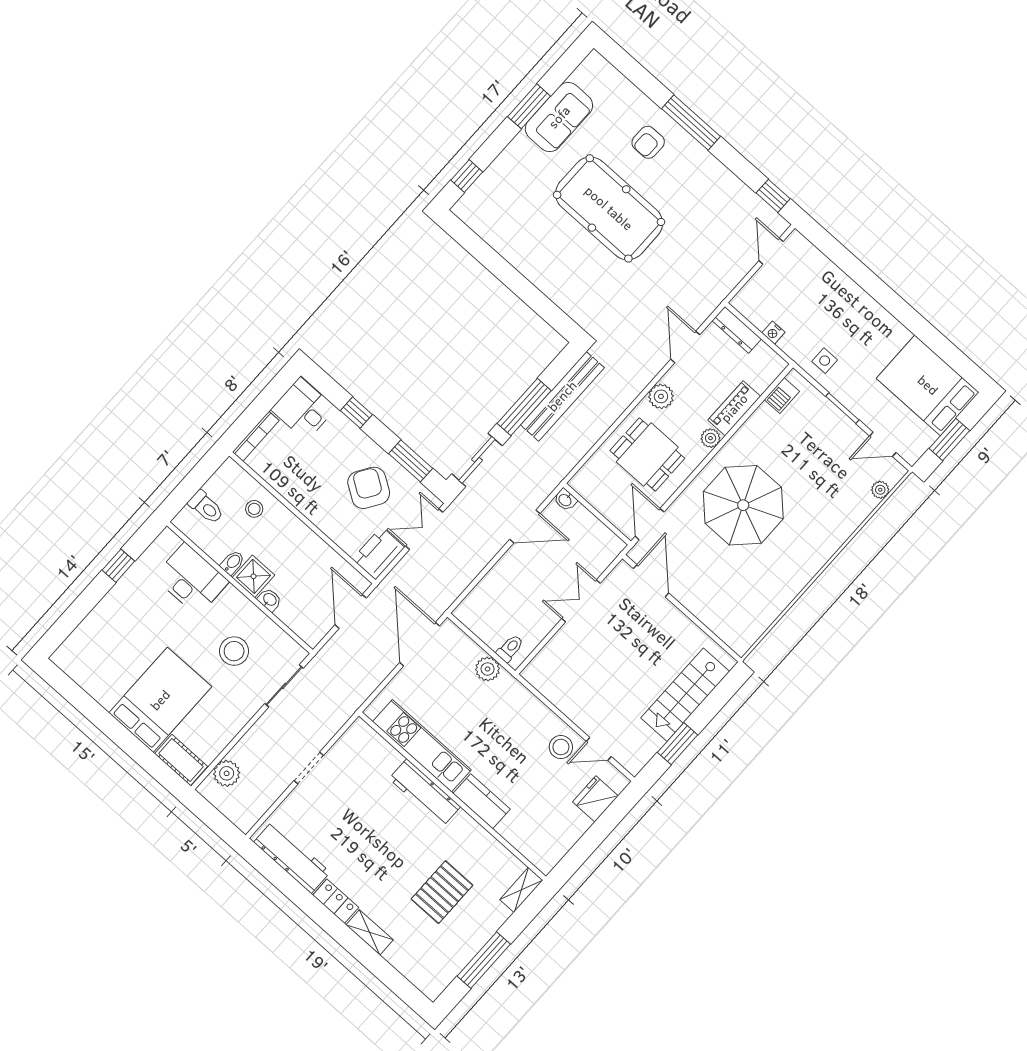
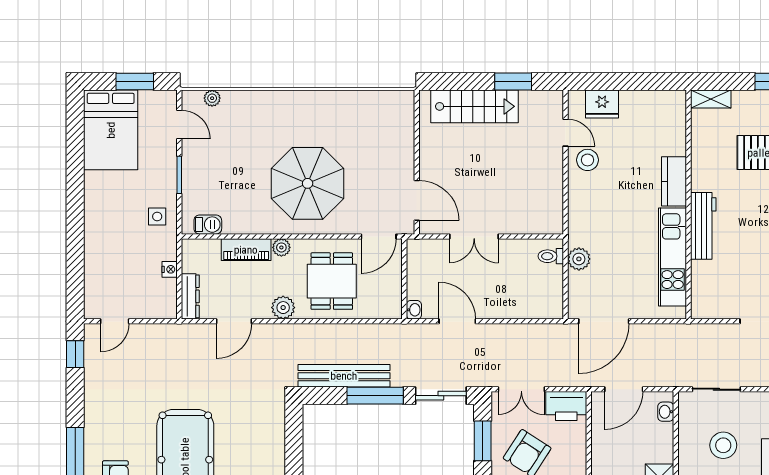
door: (651, 581) -> (417, 200), swing flipped
washbasin: (270, 600) -> (666, 412), moved

